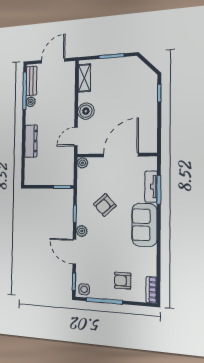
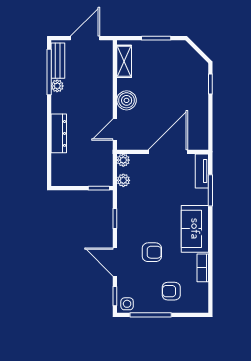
tv unit: (151, 187) -> (202, 171), moved
armchair: (105, 205) -> (152, 252), moved, turned -138
plant: (82, 231) -> (123, 180), moved
bookcase: (151, 290) -> (203, 268), moved

